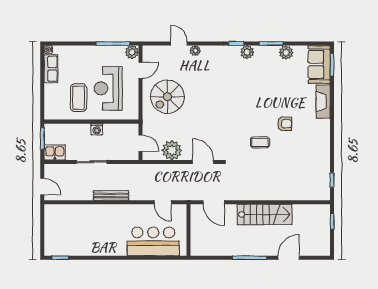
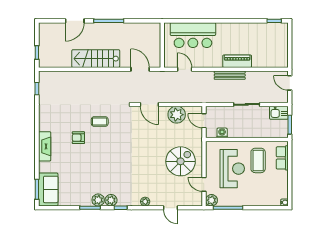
plant: (195, 51) -> (145, 202), moved
plant: (286, 52) -> (98, 200), moved
row of seats: (51, 69) -> (282, 158), moved
door: (141, 70) -> (204, 184), hinge flipped
fireplace: (323, 102) -> (45, 146), moved
washing machine: (97, 129) -> (222, 133), moved
piano: (103, 211) -> (237, 61), added

